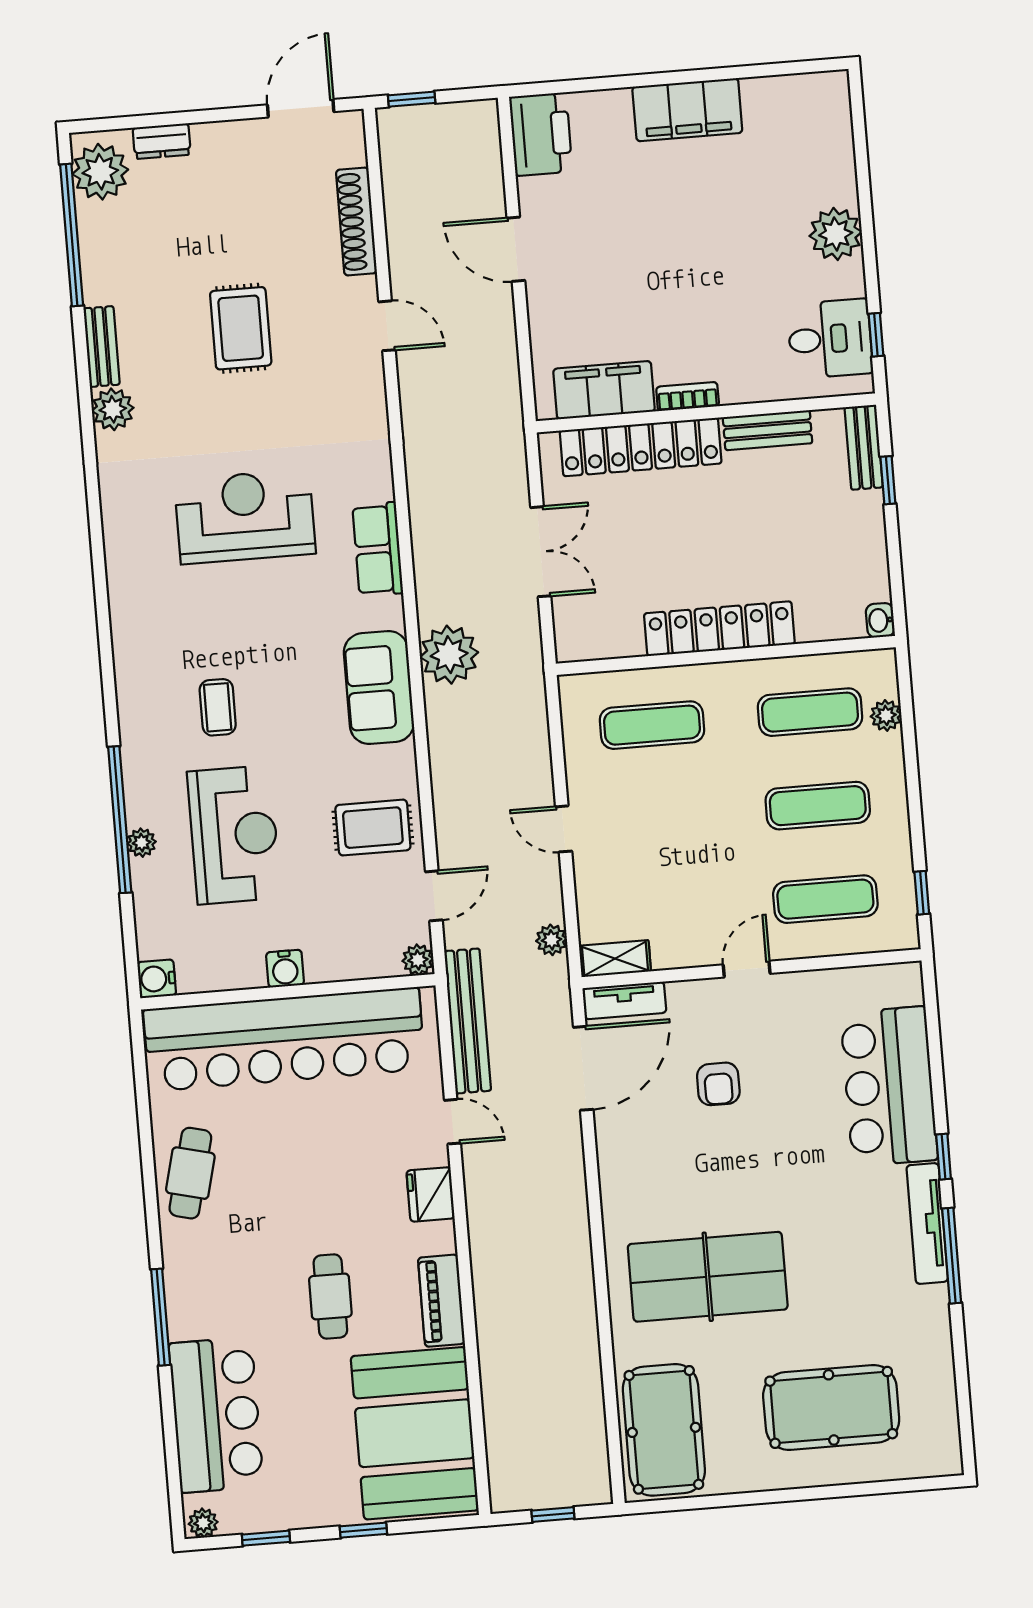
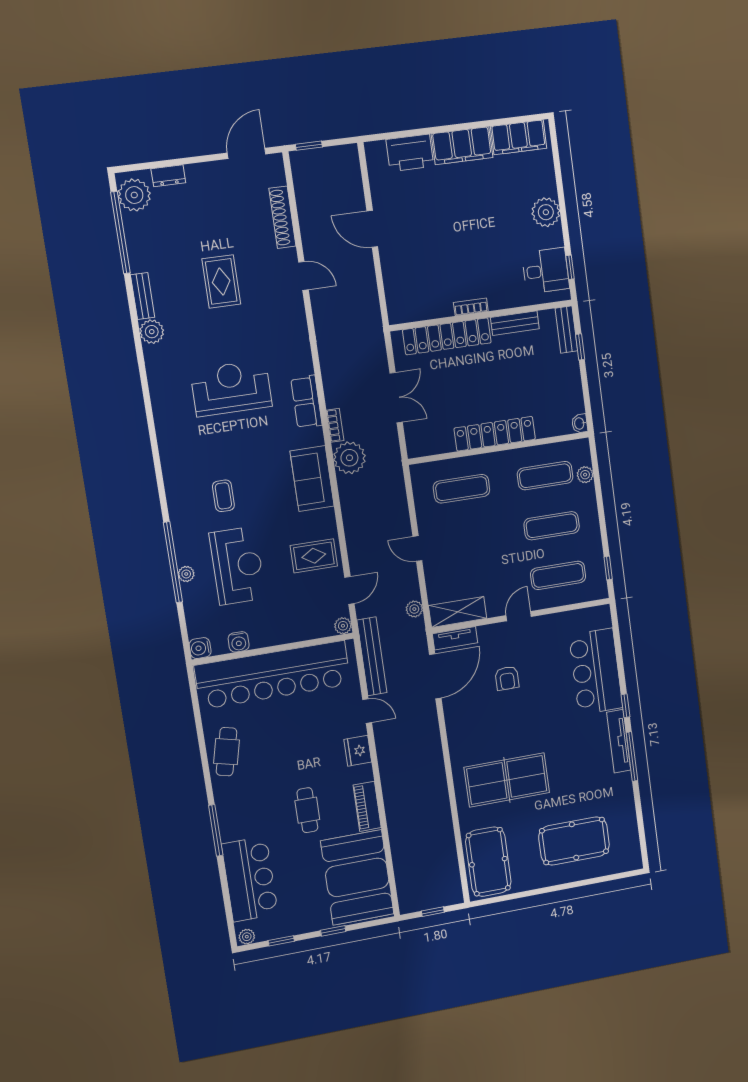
printer: (541, 134) -> (410, 153), moved, turned 90
filing cabinet: (604, 390) -> (519, 137), moved, turned 180
bookcase: (427, 595) -> (335, 425), added
shelving: (615, 959) -> (458, 612), width x1.50, depth x1.33
water cooler: (285, 969) -> (239, 642), moved

